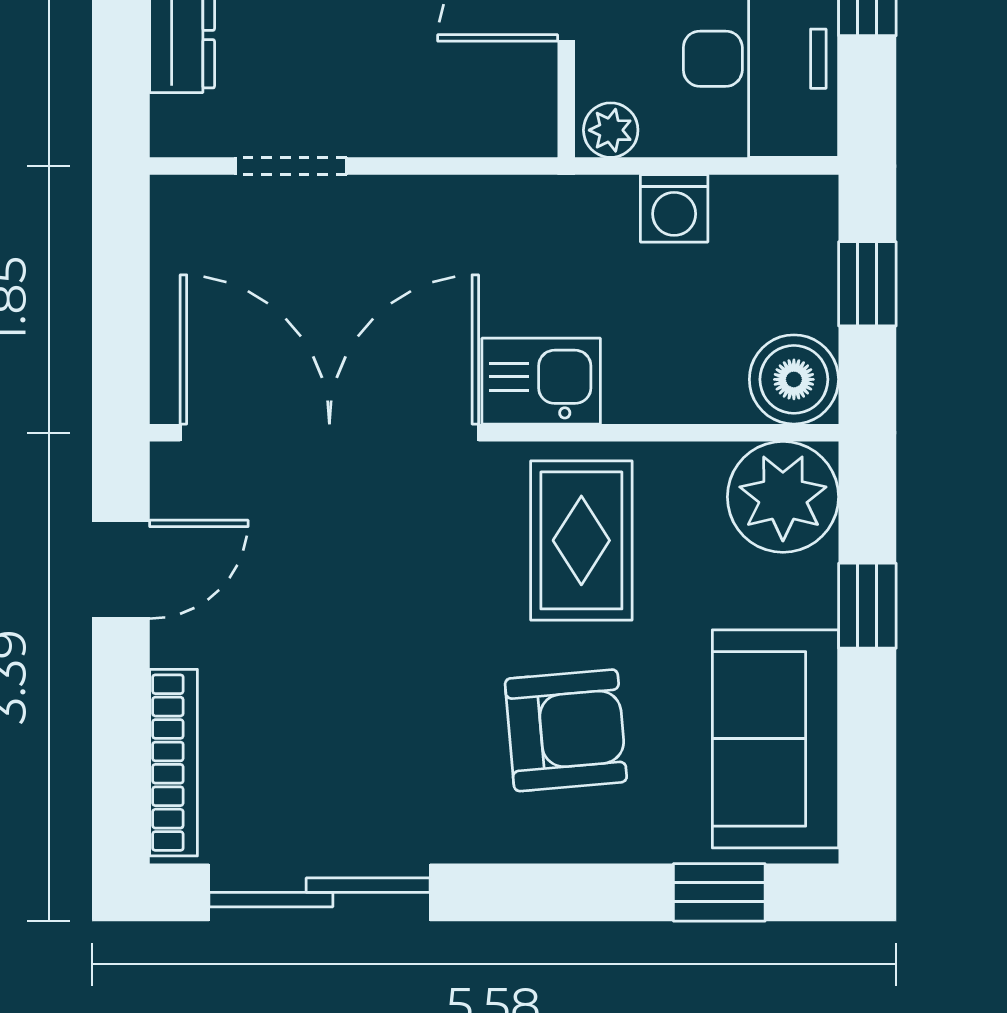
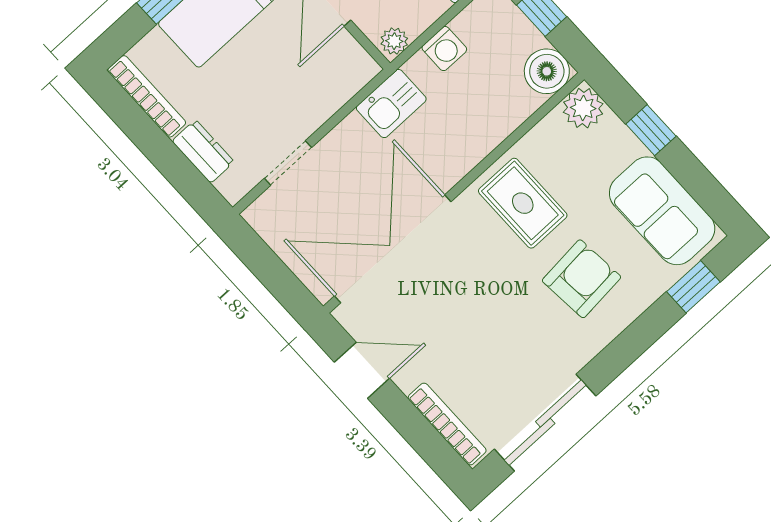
kitchen sink: (541, 381) -> (391, 104), moved, turned 180
plant: (783, 497) -> (583, 108), width x0.73, depth x0.73
door: (121, 569) -> (362, 370), hinge flipped

